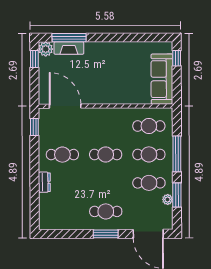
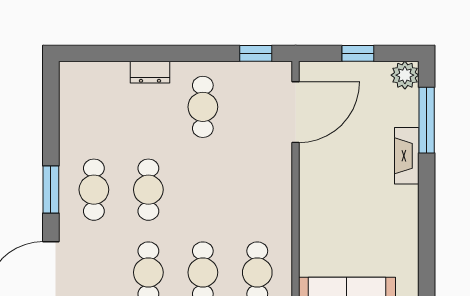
fireplace: (69, 48) -> (407, 156), moved
window: (34, 59) -> (358, 53), moved
cafe table: (106, 155) -> (148, 190), moved

